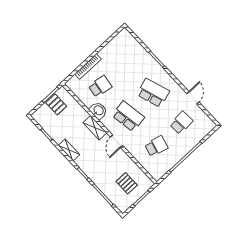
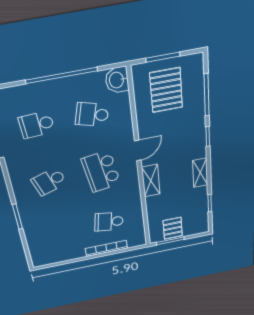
school desk: (153, 93) -> (49, 181), width x0.54
washbasin: (98, 111) -> (117, 80), moved
pallet: (127, 183) -> (166, 90), width x1.50, depth x1.42

